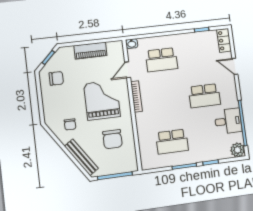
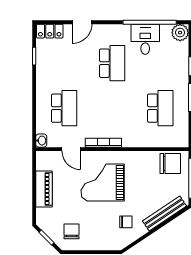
chair: (112, 139) -> (170, 163), moved

